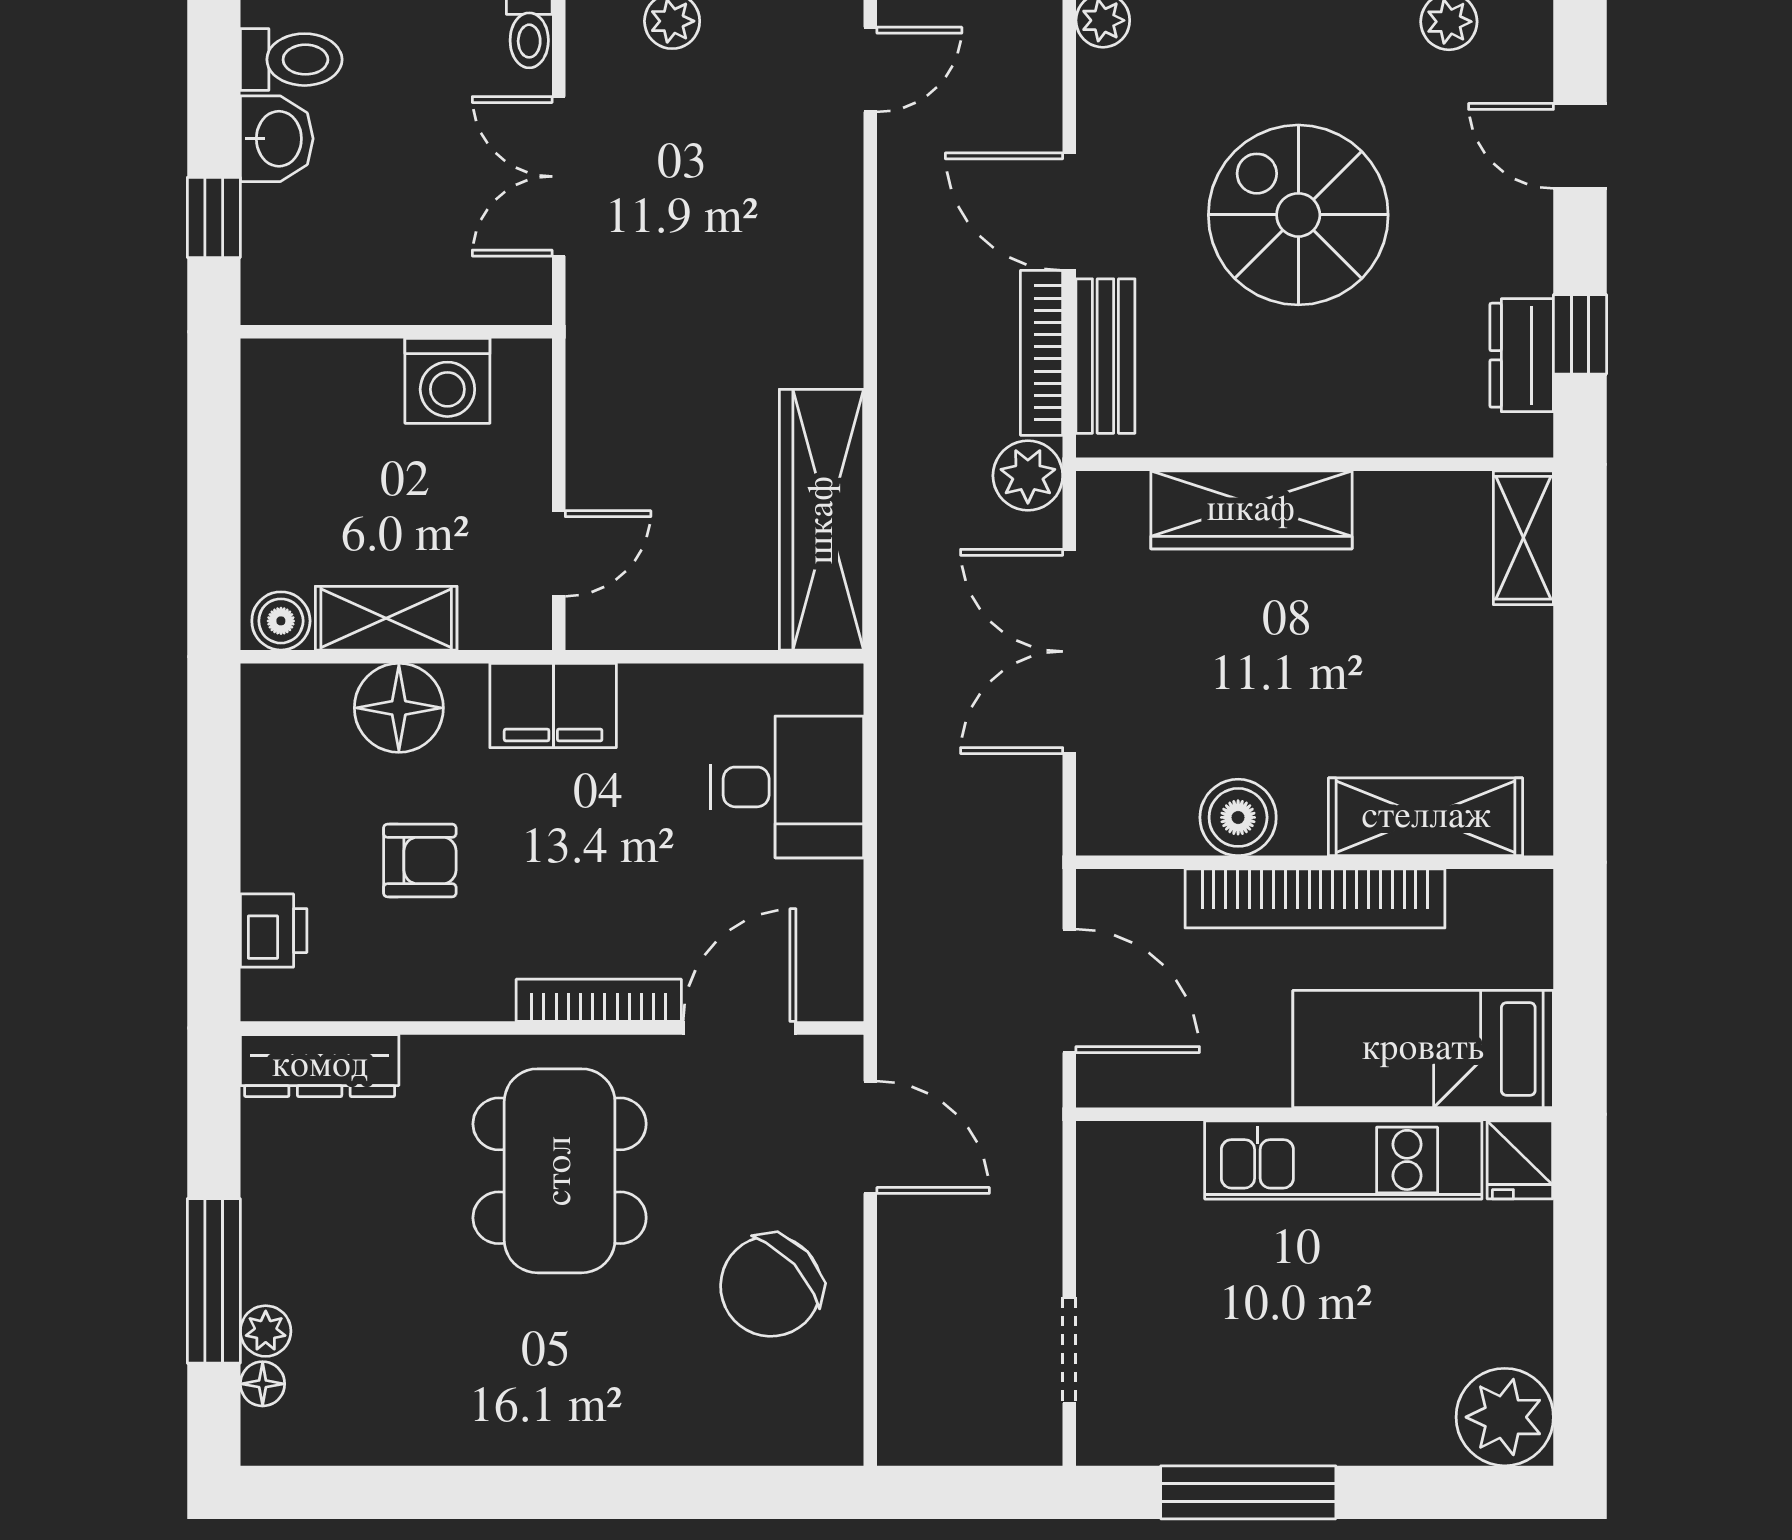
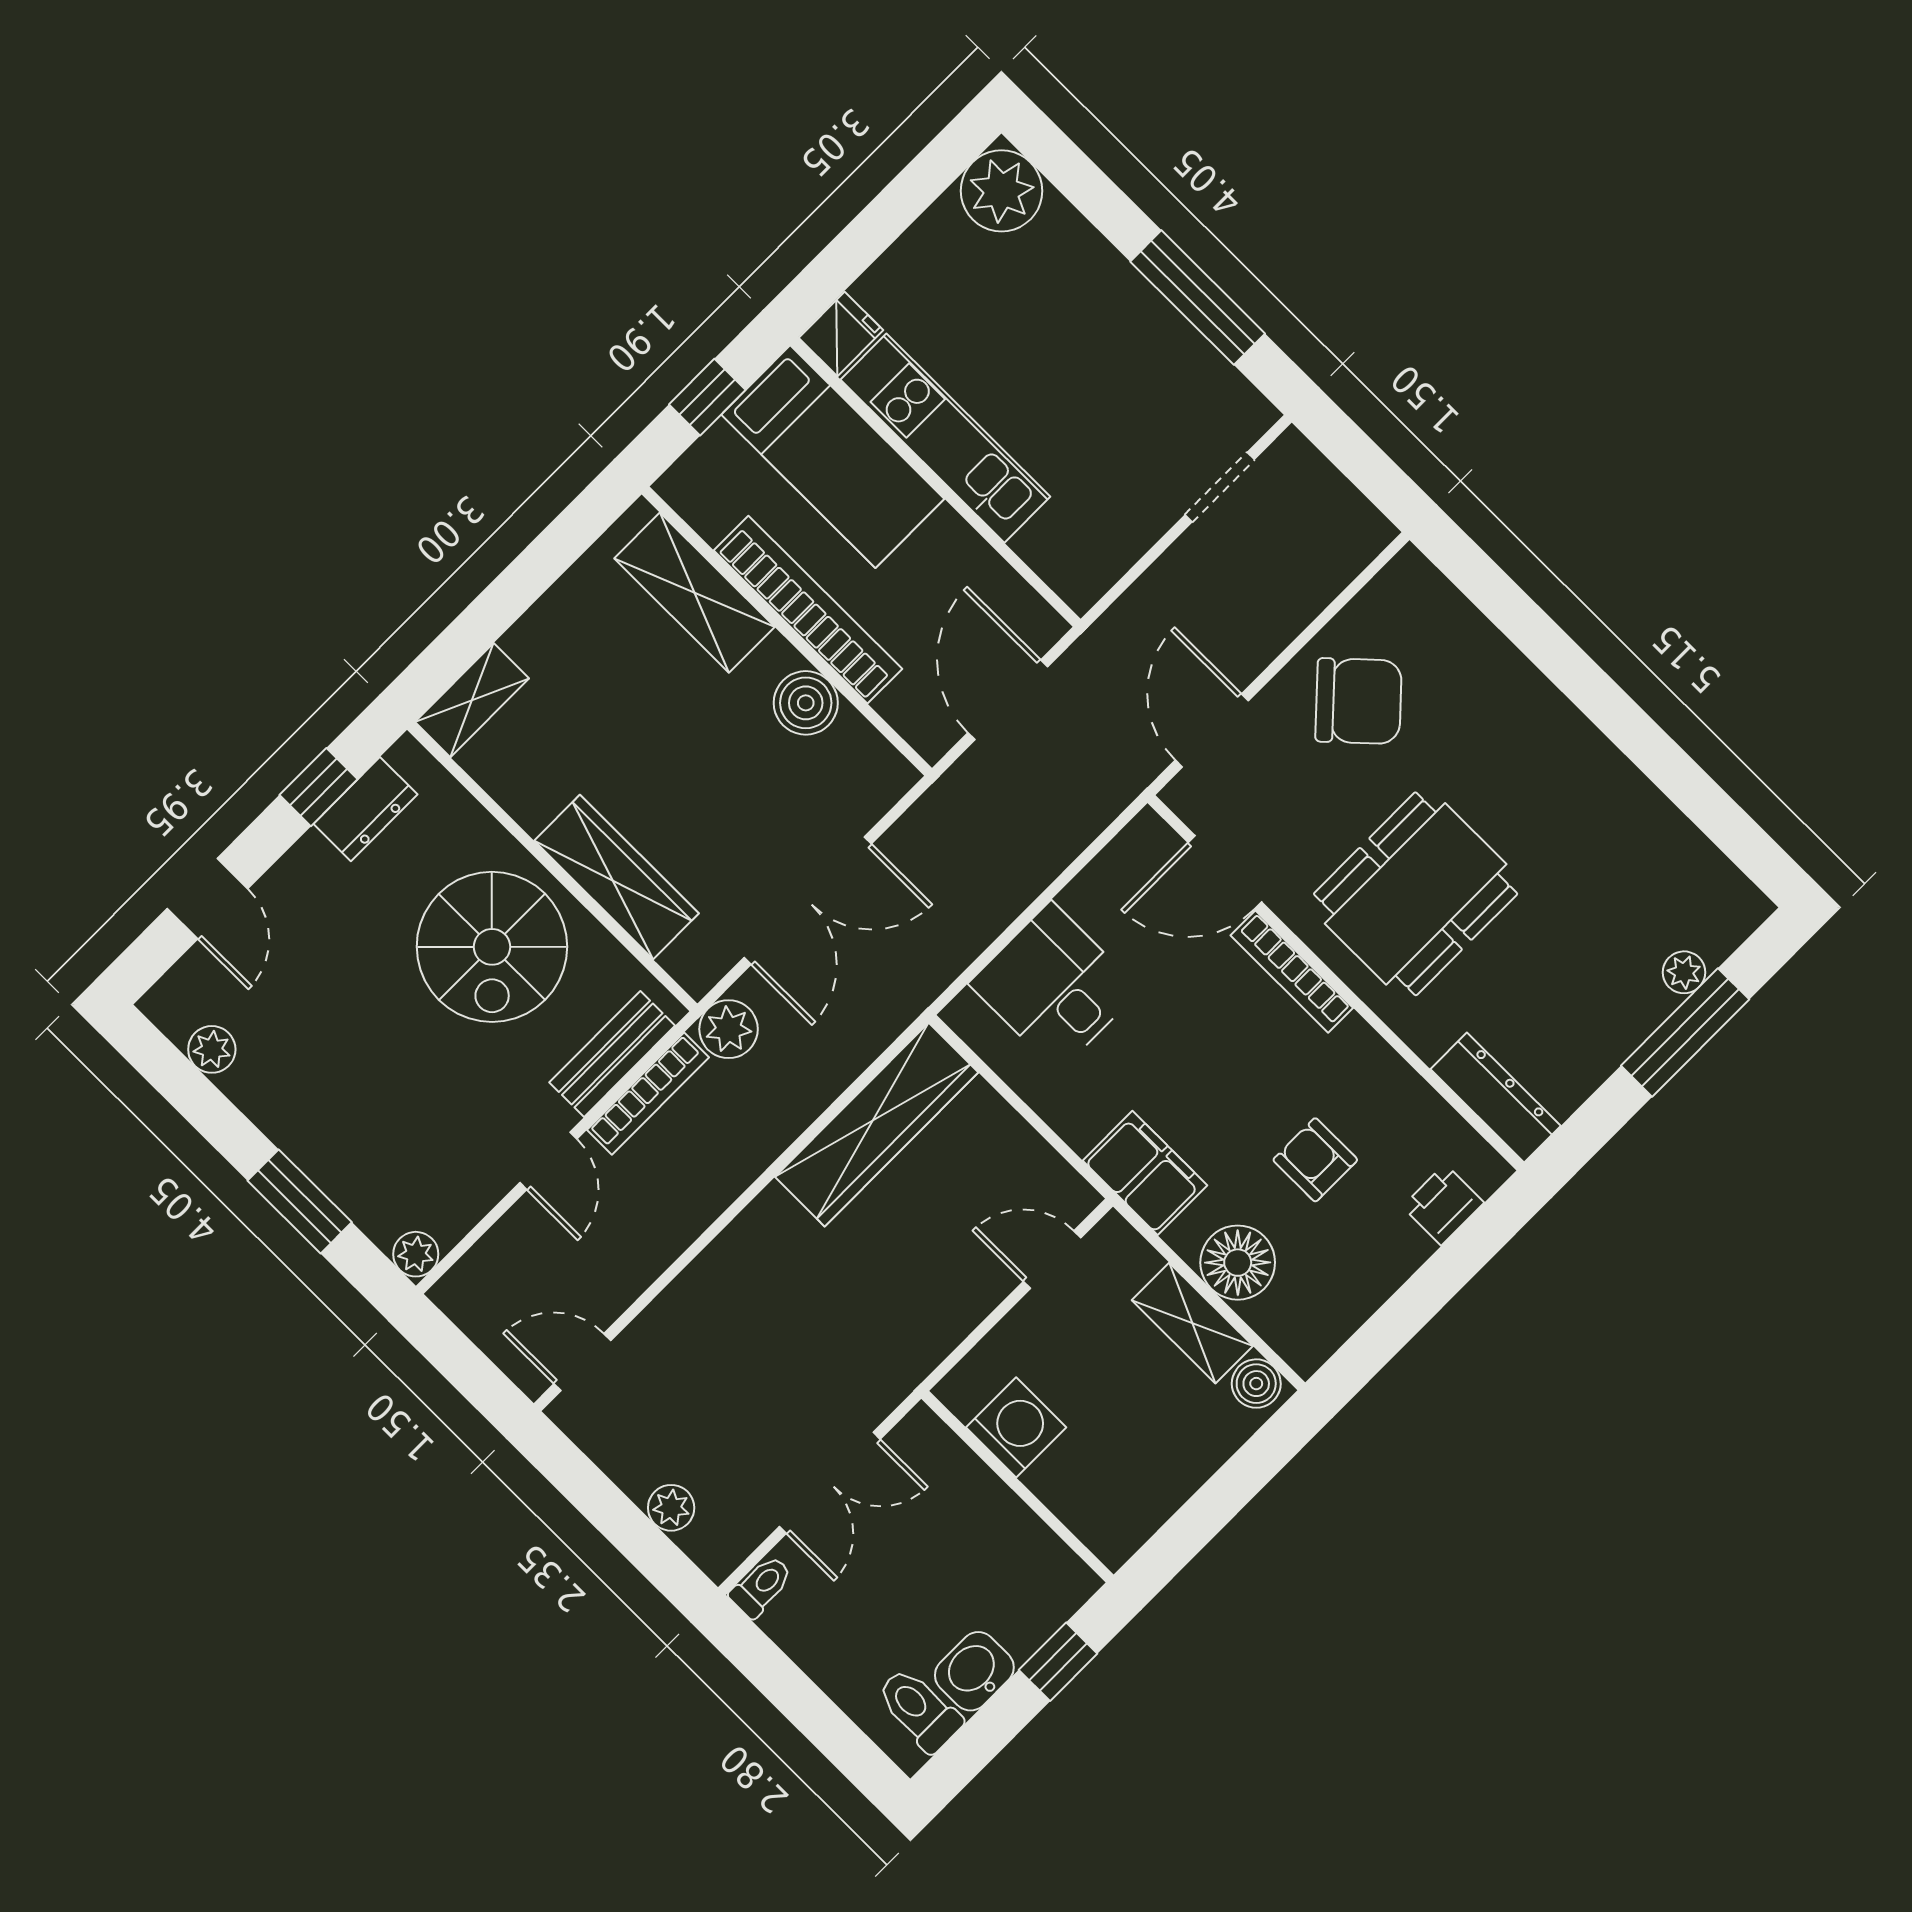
door: (1069, 212) -> (548, 1161), width x0.73
spiral stairs: (1298, 215) -> (492, 947), moved
window: (1580, 994) -> (707, 397), added
floor lamp: (263, 1384) -> (1717, 943), removed

